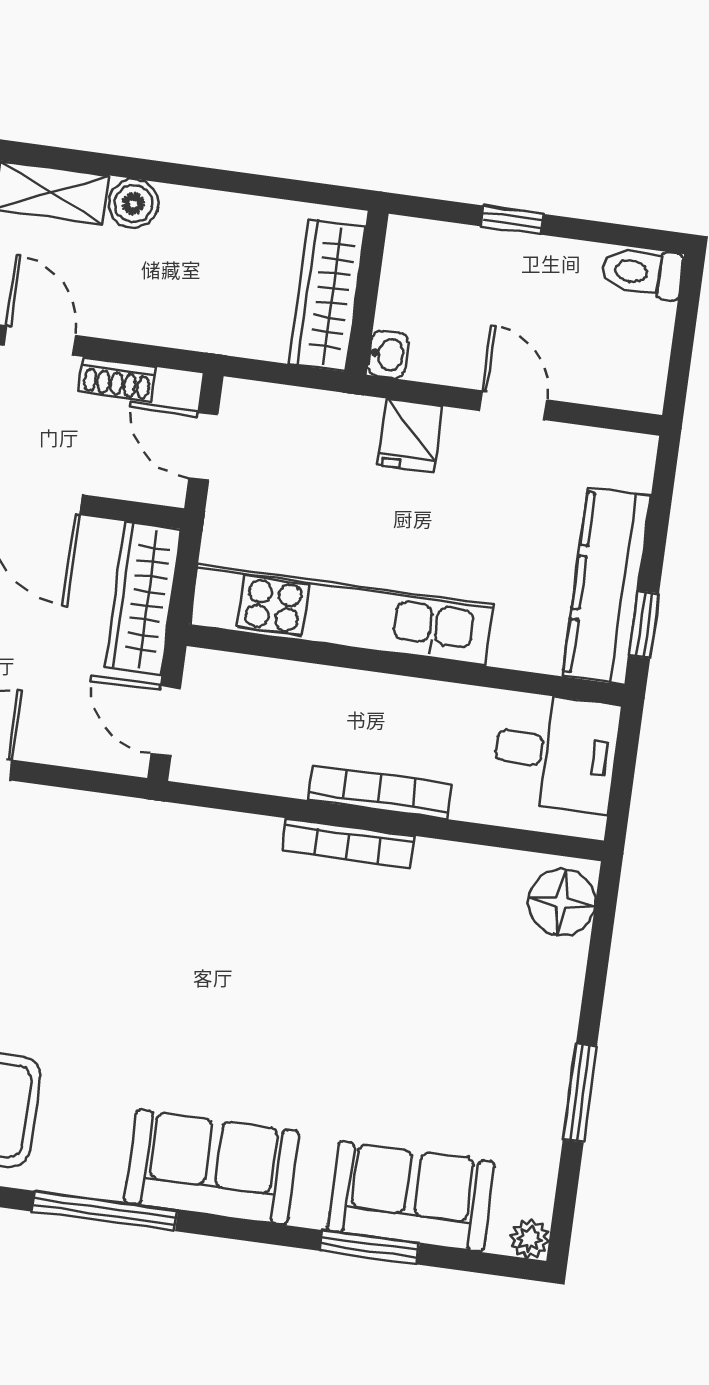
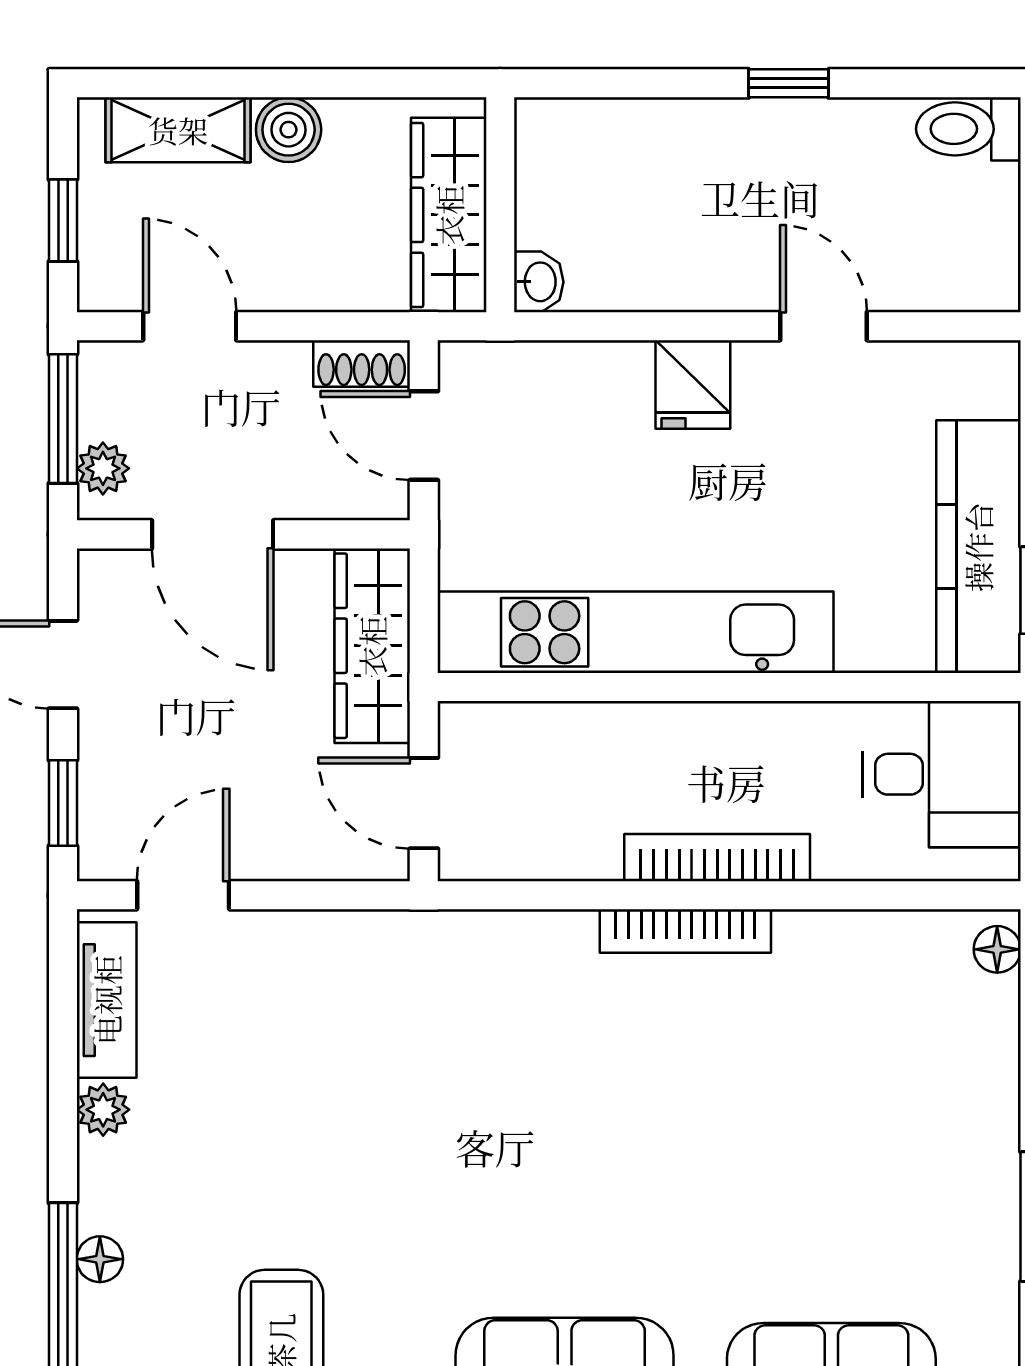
wall: (367, 293) -> (500, 205), moved
wardrobe: (328, 295) -> (449, 215), moved
washbasin: (388, 354) -> (539, 282), moved
shoe rack: (117, 379) -> (362, 364), moved
floor lamp: (562, 902) -> (997, 949), width x0.53, depth x0.53

